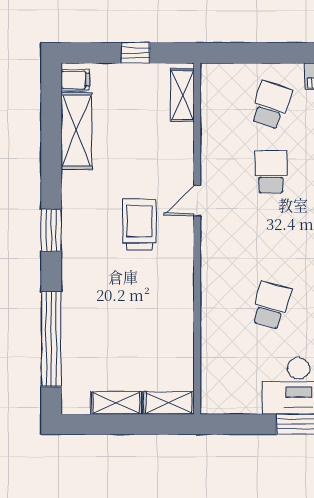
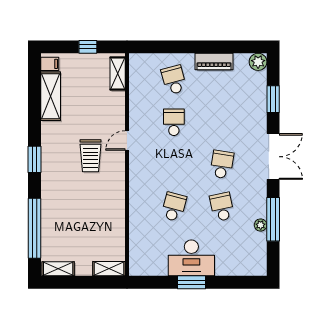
school desk: (271, 105) -> (174, 80), turned -33
trolley: (139, 225) -> (90, 156), turned 180
shelving: (116, 403) -> (58, 269), moved

